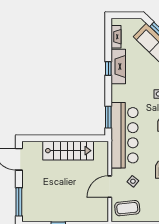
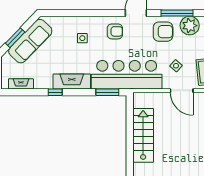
fireplace: (118, 66) -> (72, 81), moved

